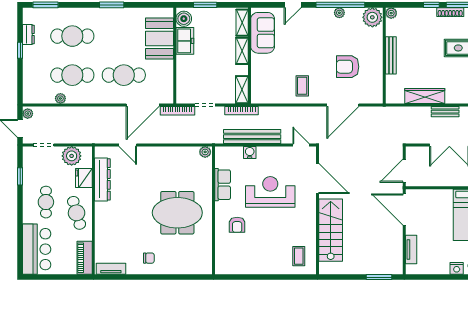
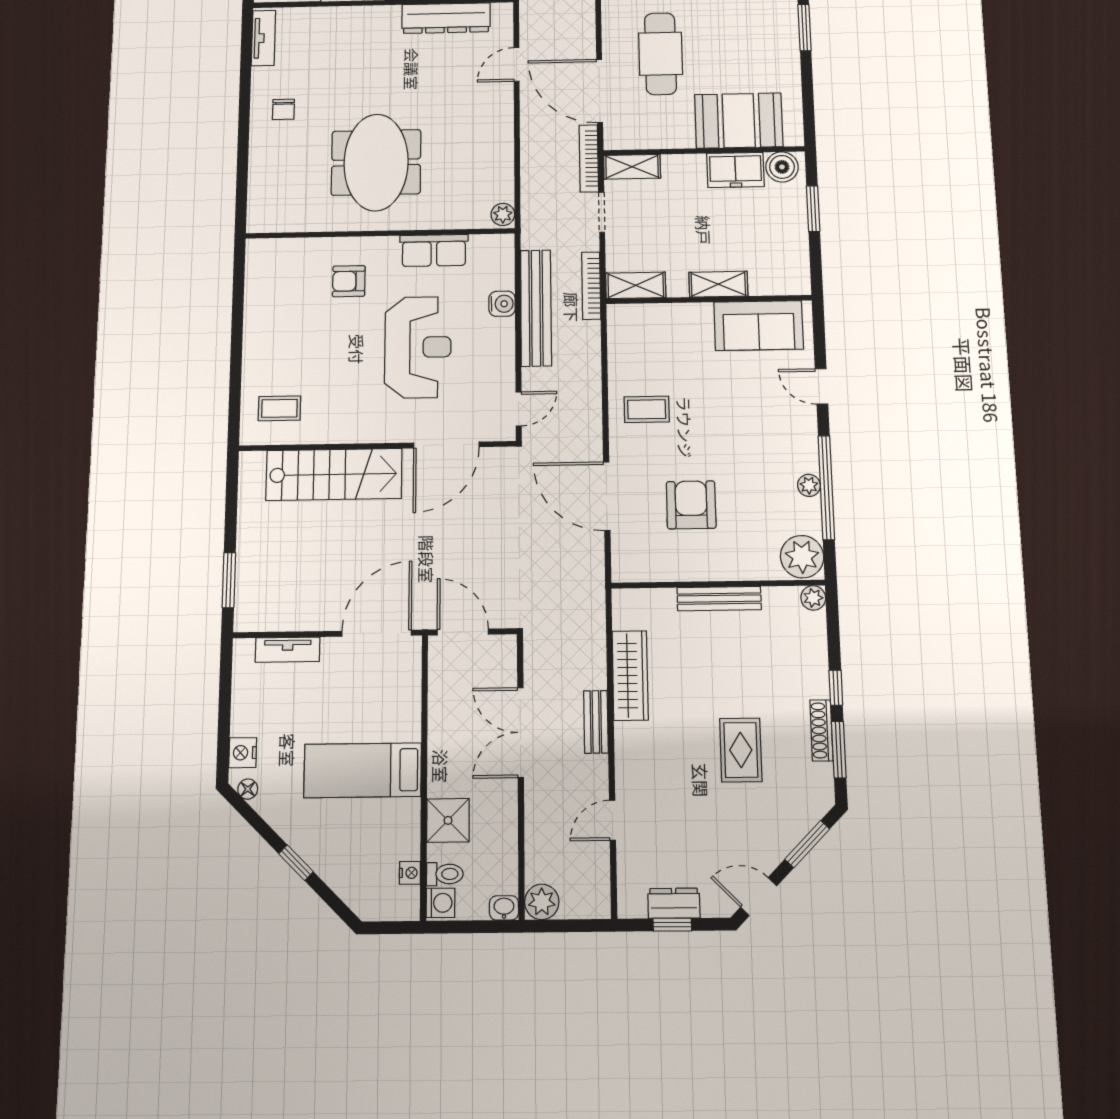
shelving: (242, 23) -> (632, 167), moved

